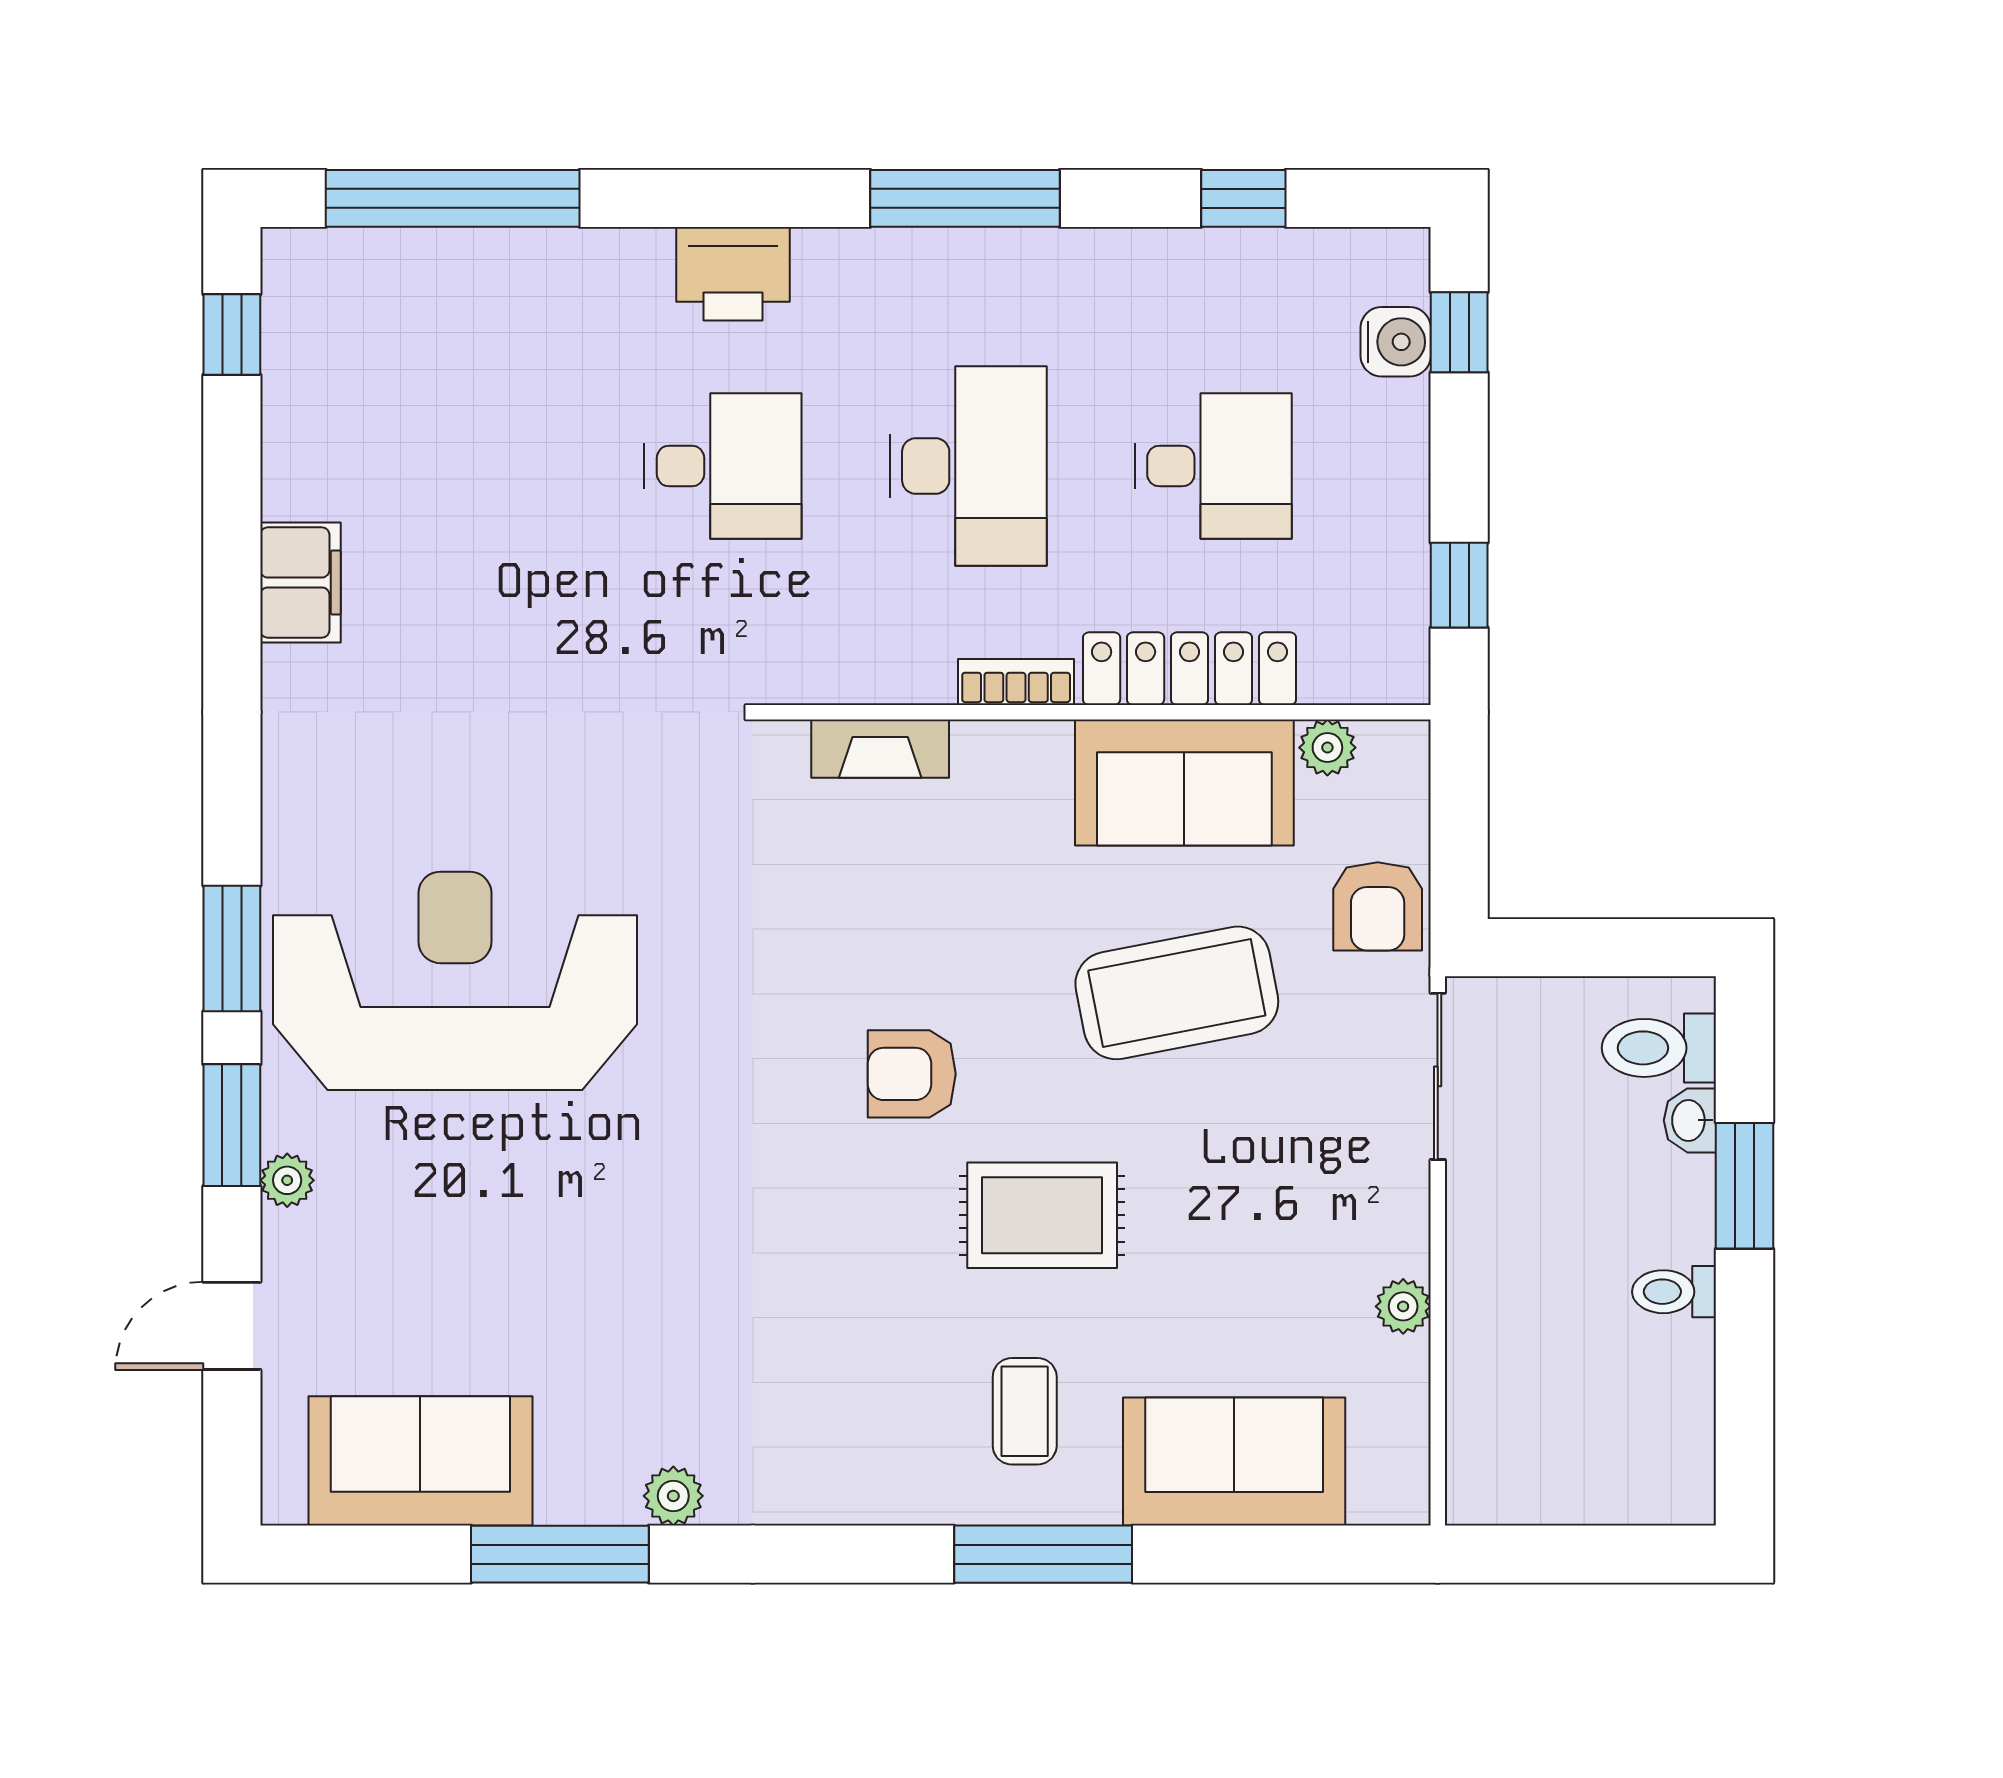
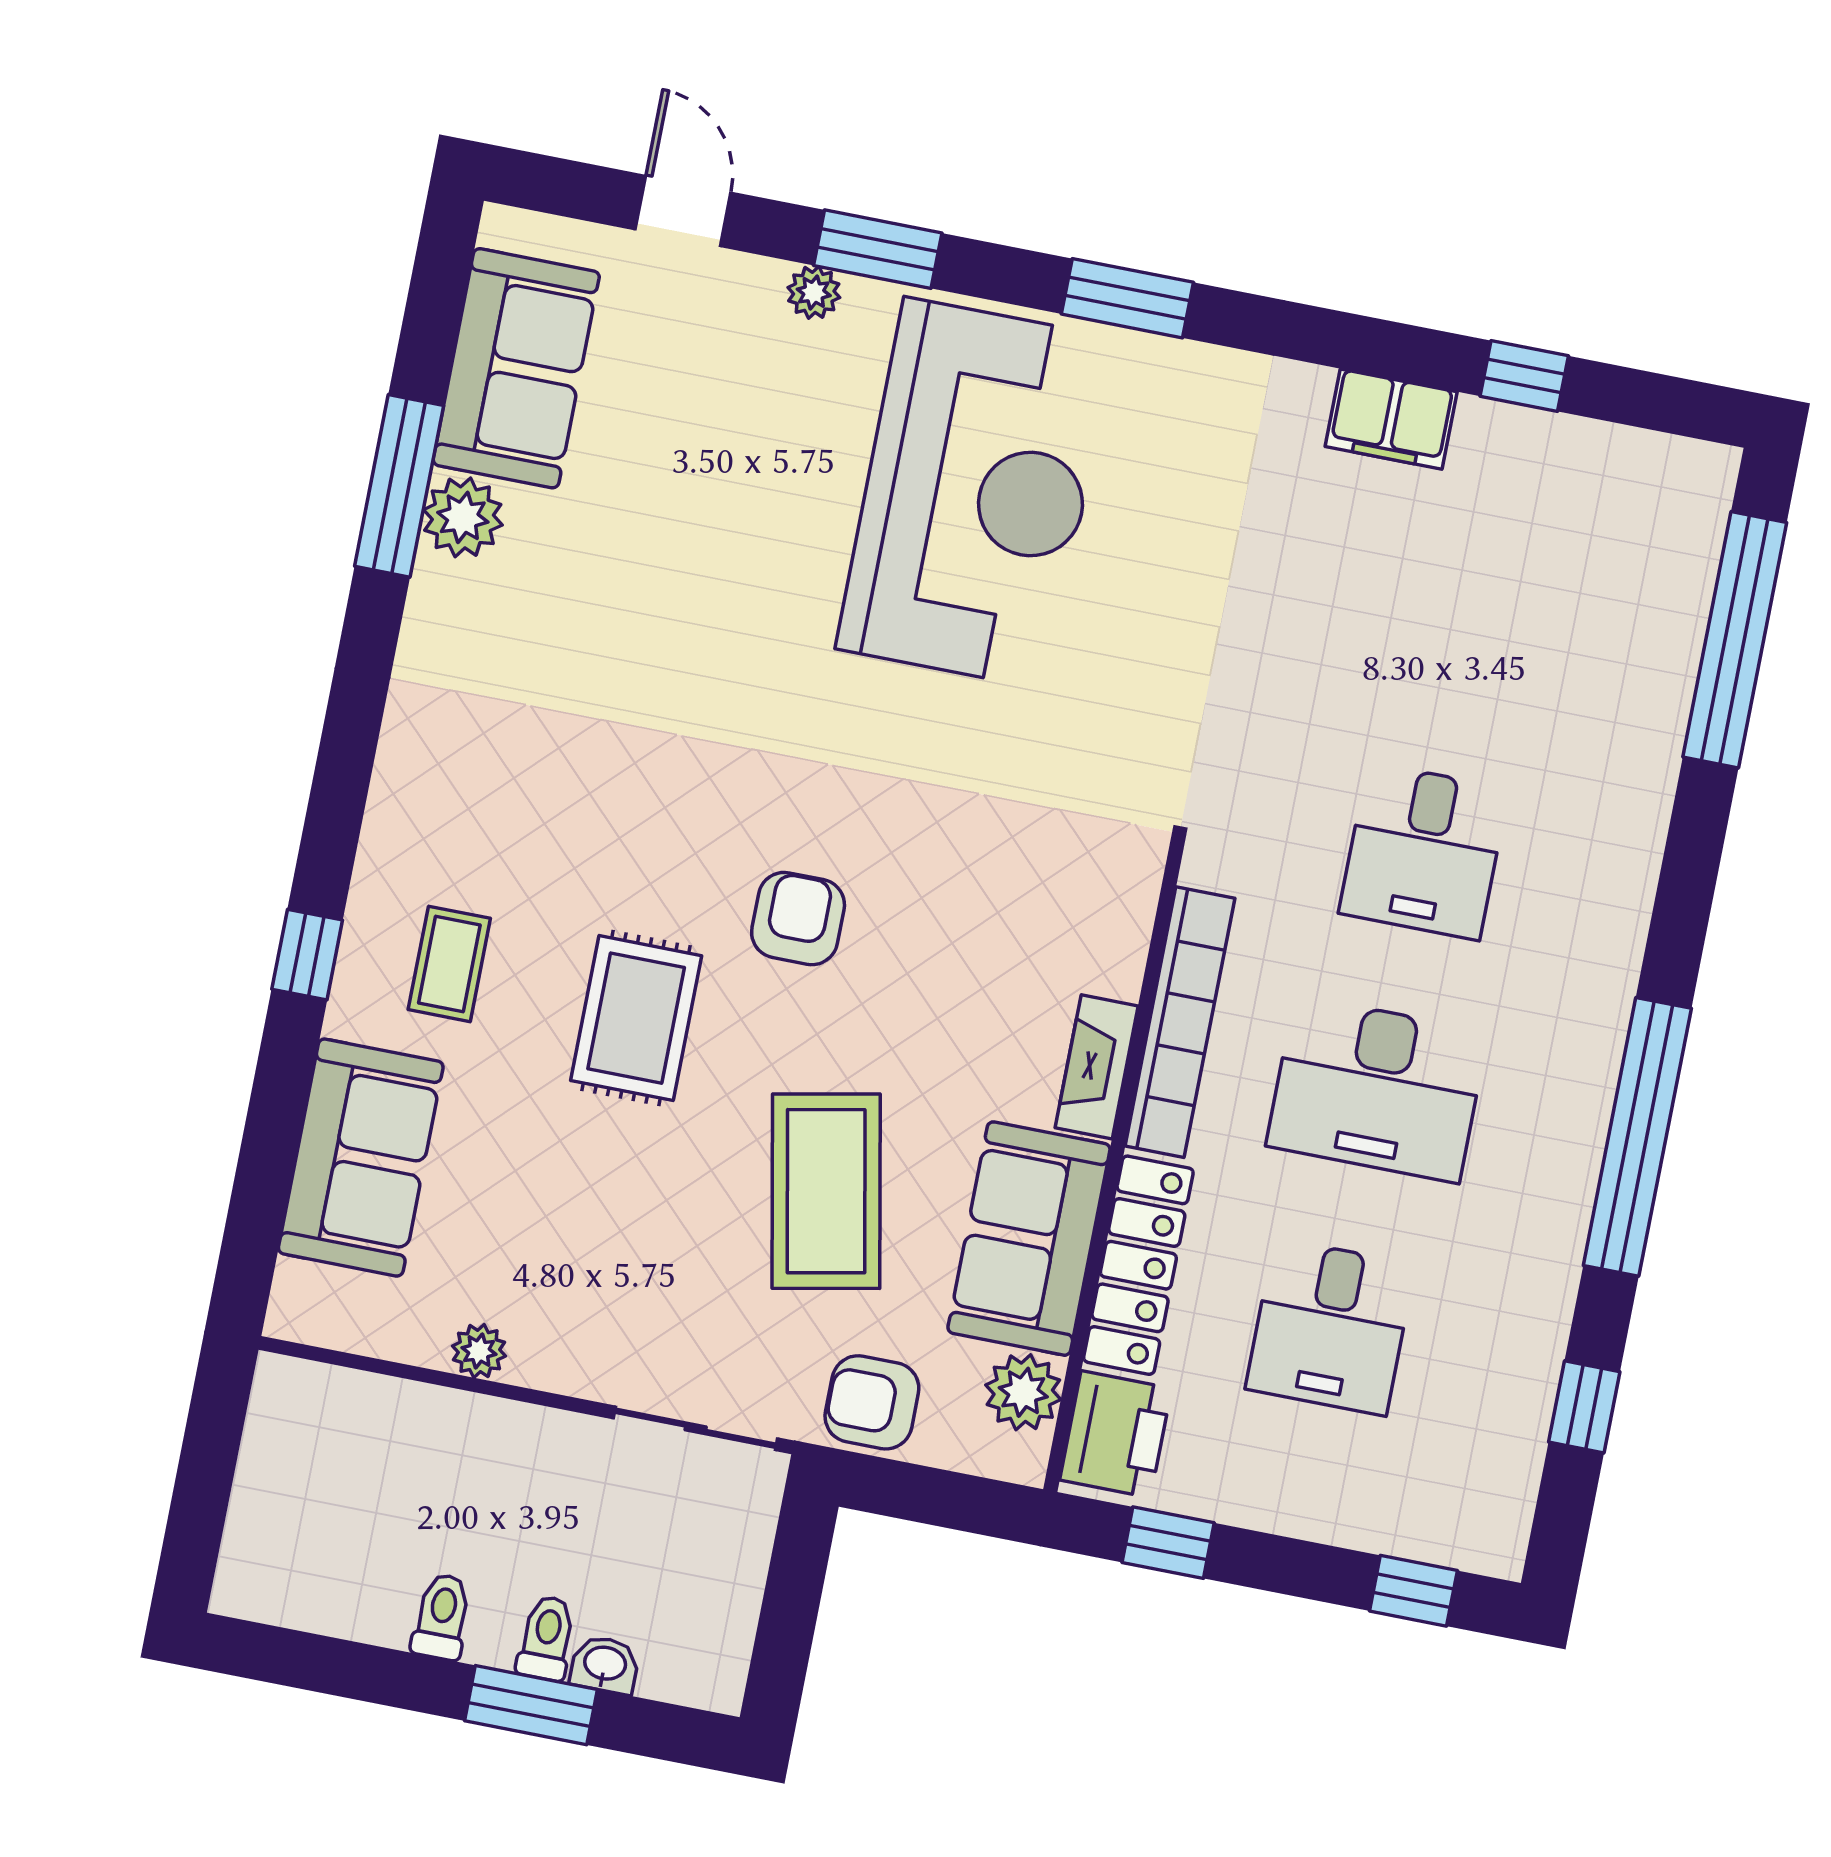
window: (965, 198) -> (1637, 1137), width x1.46
printer: (733, 274) -> (1116, 1434), moved, turned 180
window: (232, 335) -> (1524, 376), moved
water cooler: (1396, 342) -> (1416, 1527), removed
bookcase: (1016, 682) -> (1180, 1022), width x2.31, depth x1.31
plant: (1327, 748) -> (1023, 1392), width x1.38, depth x1.38
fireplace: (880, 749) -> (1097, 1067), moved
window: (232, 948) -> (1127, 298), moved
toilet: (1659, 1048) -> (546, 1638), moved, width x0.73, depth x0.72
coffee table: (1025, 1411) -> (449, 964), turned 90
plant: (673, 1496) -> (463, 517), moved, width x1.38, depth x1.38
window: (1043, 1554) -> (307, 955), width x0.46

